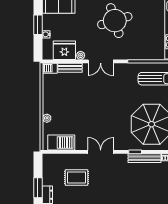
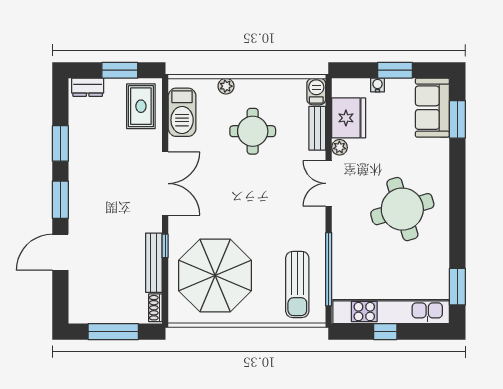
round table: (72, 103) -> (253, 131), added
double door: (101, 152) -> (165, 184), width x1.37
rug: (76, 178) -> (141, 106), moved
window: (38, 188) -> (120, 70), moved

